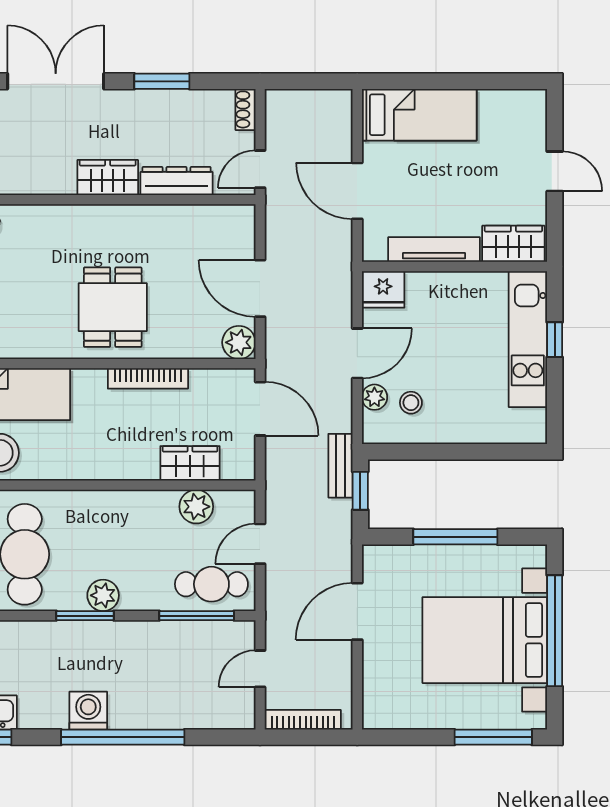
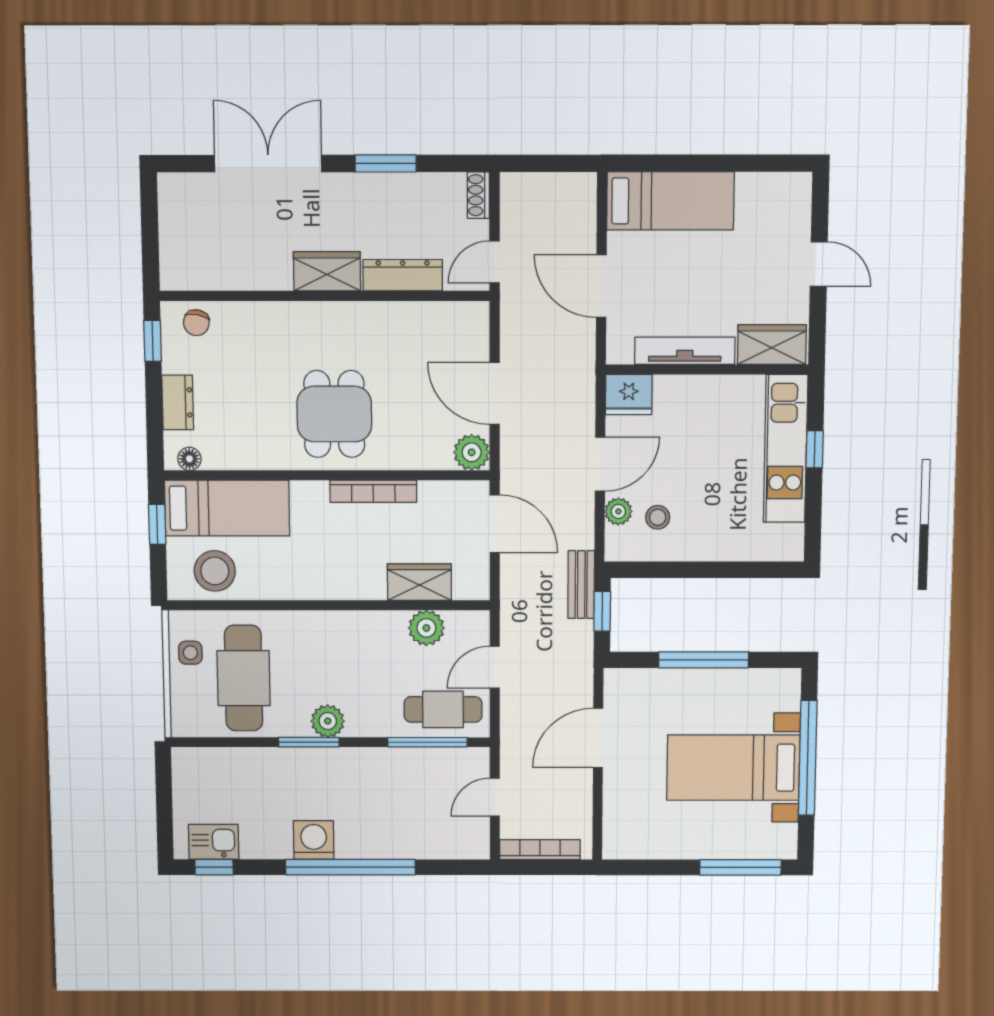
bed with nightstands: (485, 640) -> (733, 768), width x0.73

